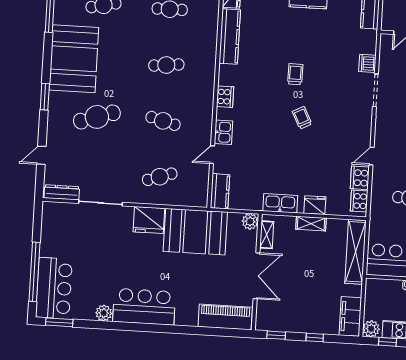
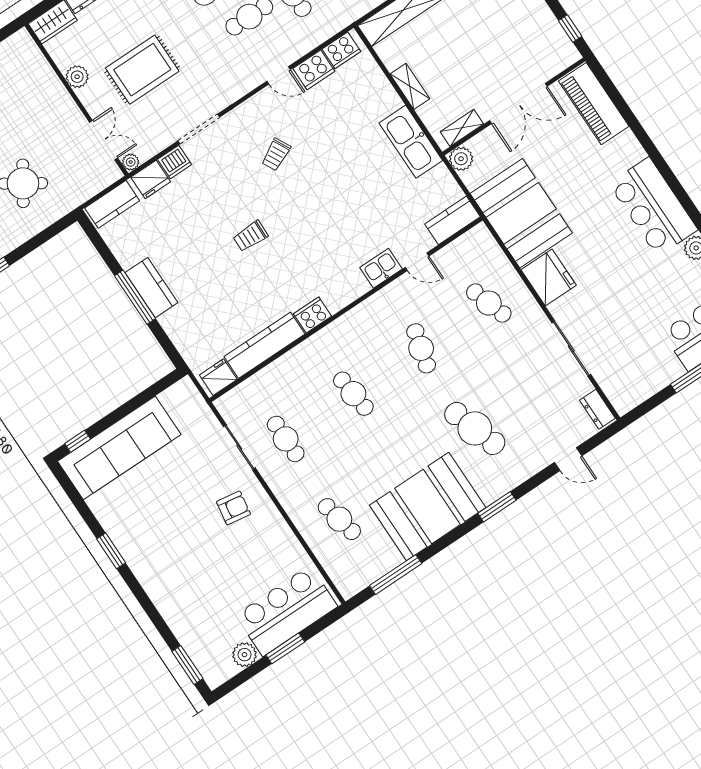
plant: (386, 39) -> (131, 162), added
cooker: (225, 97) -> (313, 315), moved
trolley: (302, 118) -> (276, 154), moved
dresser: (62, 192) -> (597, 409), width x0.70
kitchen sink: (280, 203) -> (411, 142), width x1.36, depth x1.24
fridge: (315, 205) -> (151, 179), moved, turned -90
double door: (257, 276) -> (518, 104), swing flipped

